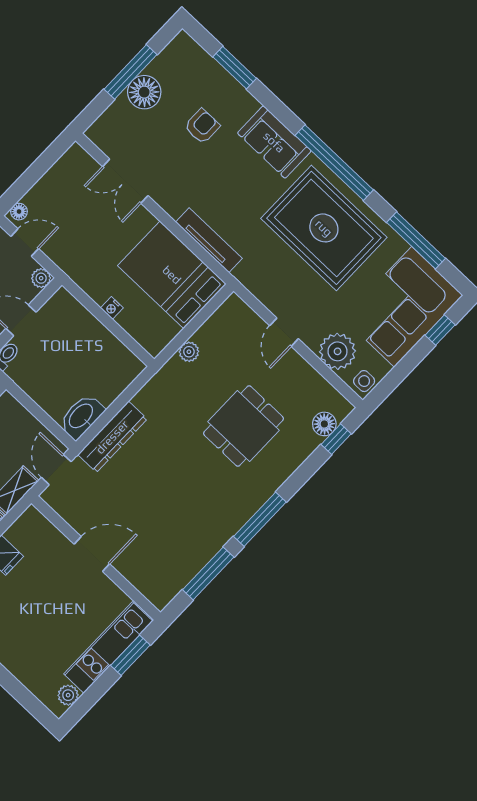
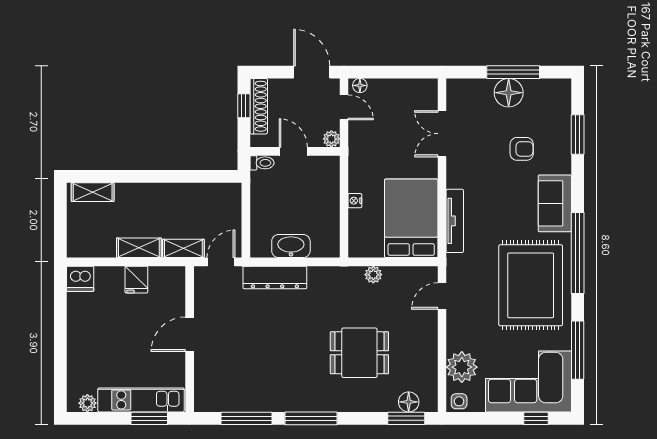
door: (284, 332) -> (442, 296), moved
washbasin: (81, 416) -> (291, 246), moved
window: (336, 439) -> (406, 418), width x1.50
door: (92, 554) -> (190, 334), swing flipped

